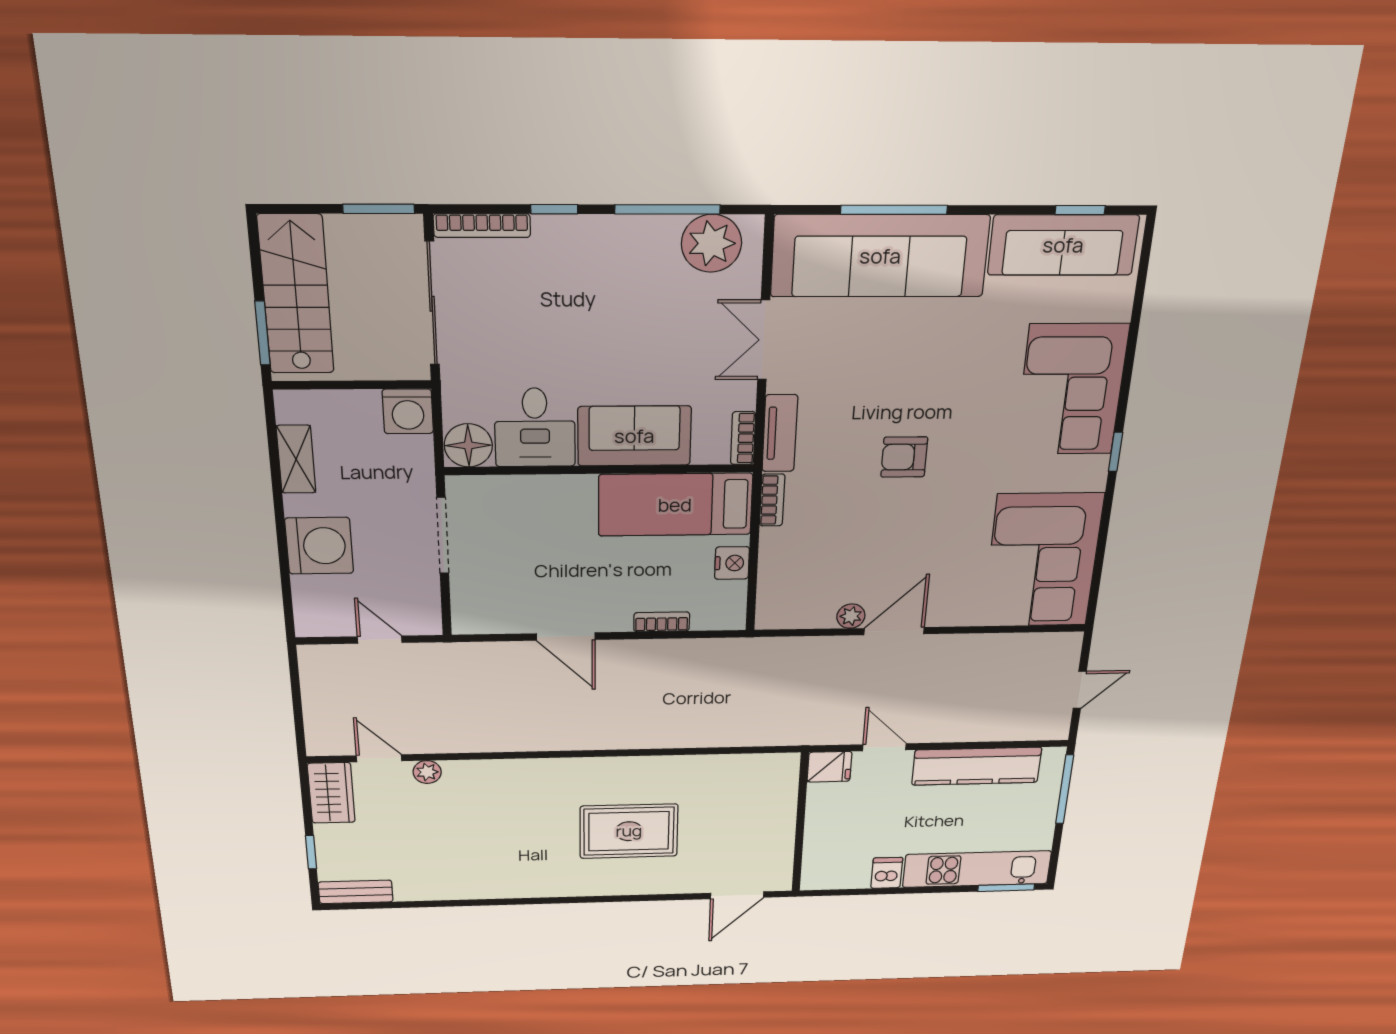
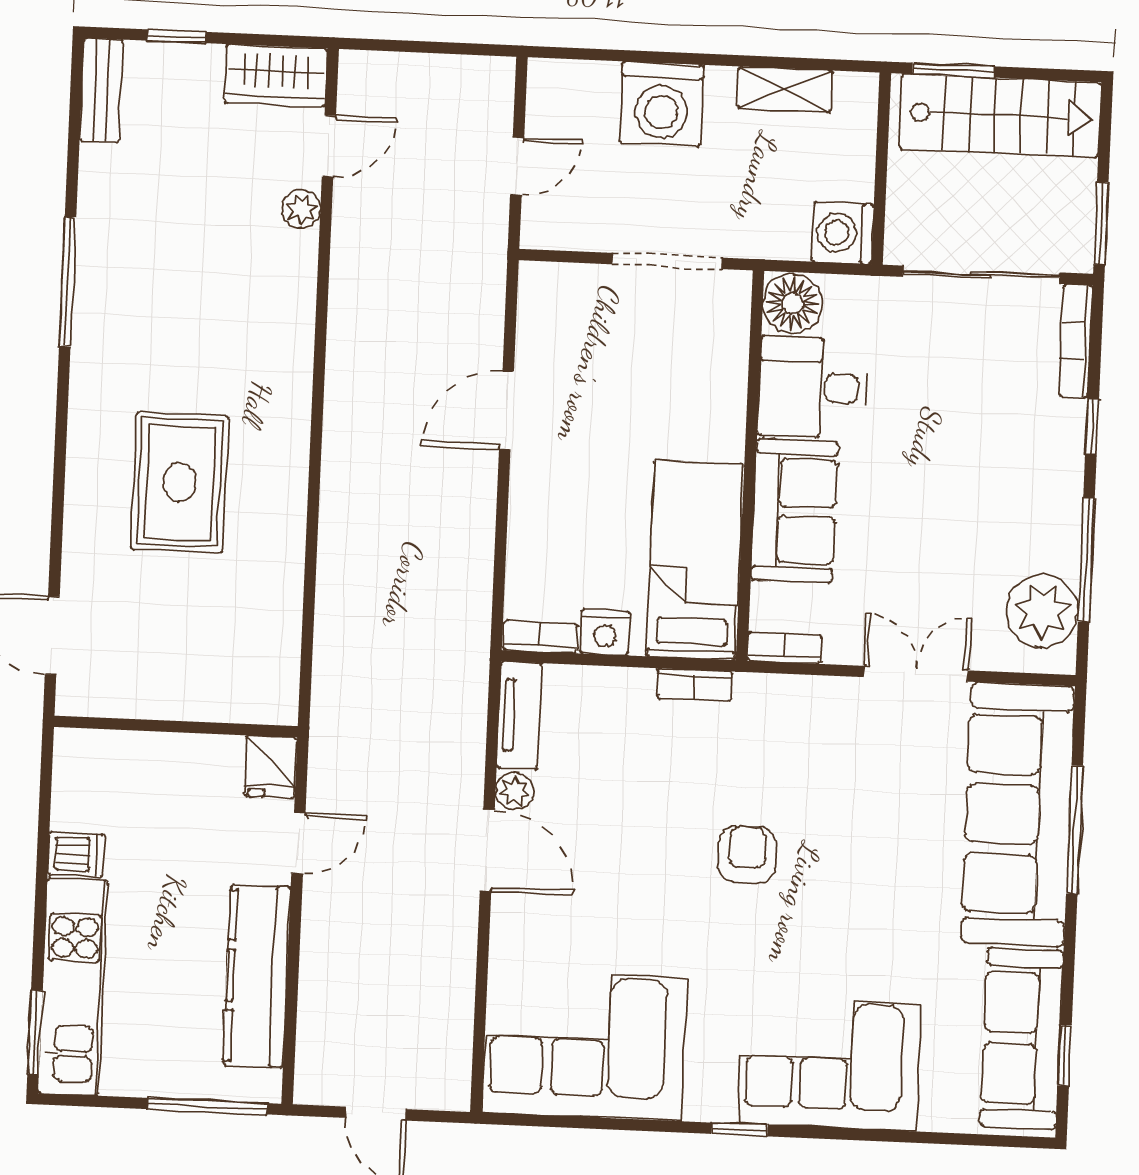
tv unit: (780, 433) -> (519, 715), moved, turned -90
bookcase: (662, 622) -> (540, 637), moved, turned -90
window: (492, 902) -> (68, 282), added

